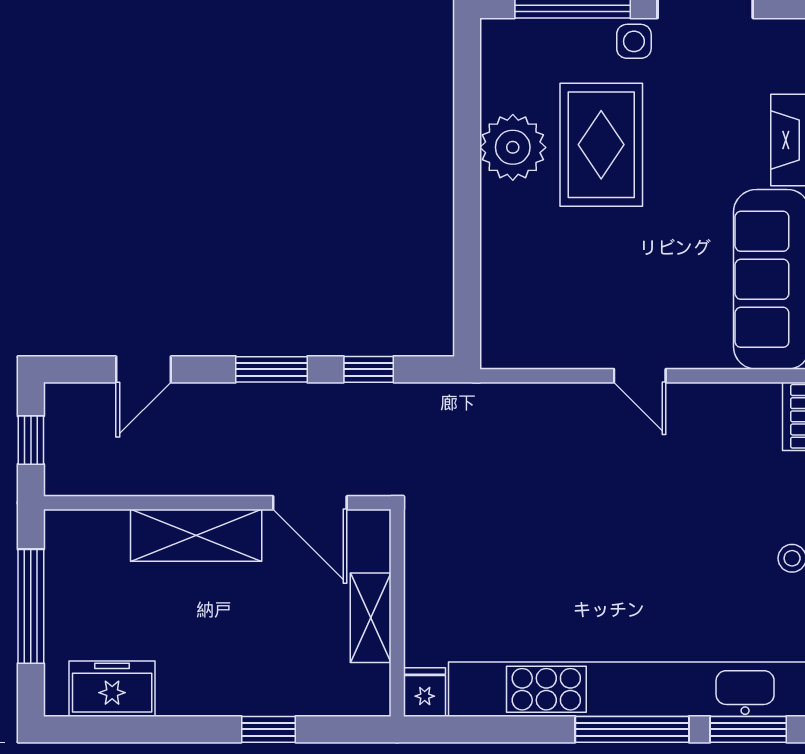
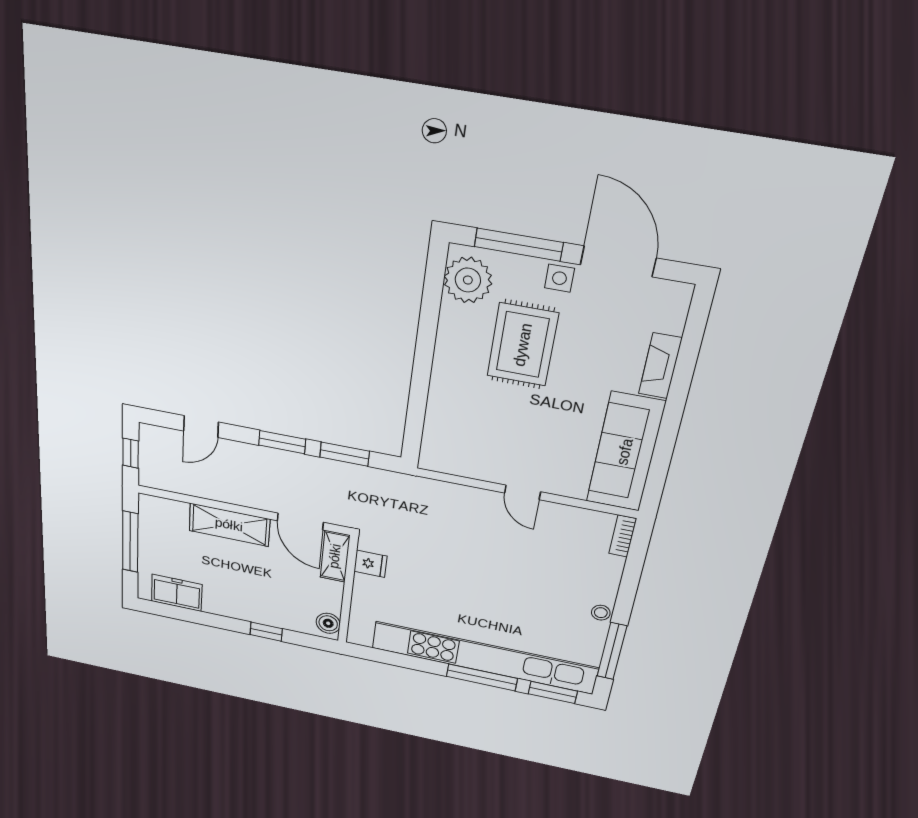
plant: (513, 147) -> (468, 280), moved
window: (369, 369) -> (345, 454), width x1.50
shelving: (371, 618) -> (335, 556), moved
boiler: (371, 686) -> (328, 623), added
fridge: (425, 692) -> (371, 564), moved, turned 90

